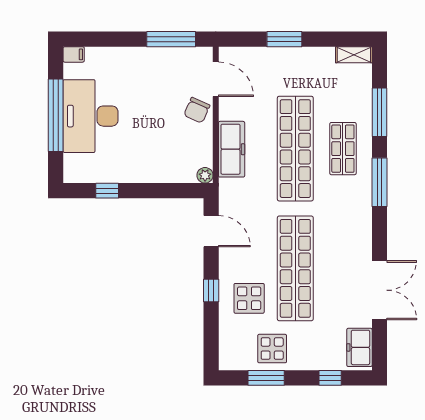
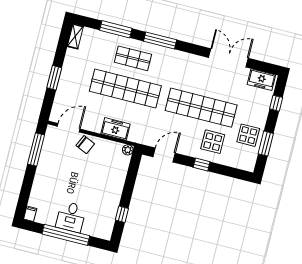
desk: (91, 116) -> (71, 217), width x0.53, depth x0.77
freezer: (232, 149) -> (115, 129), width x0.71

